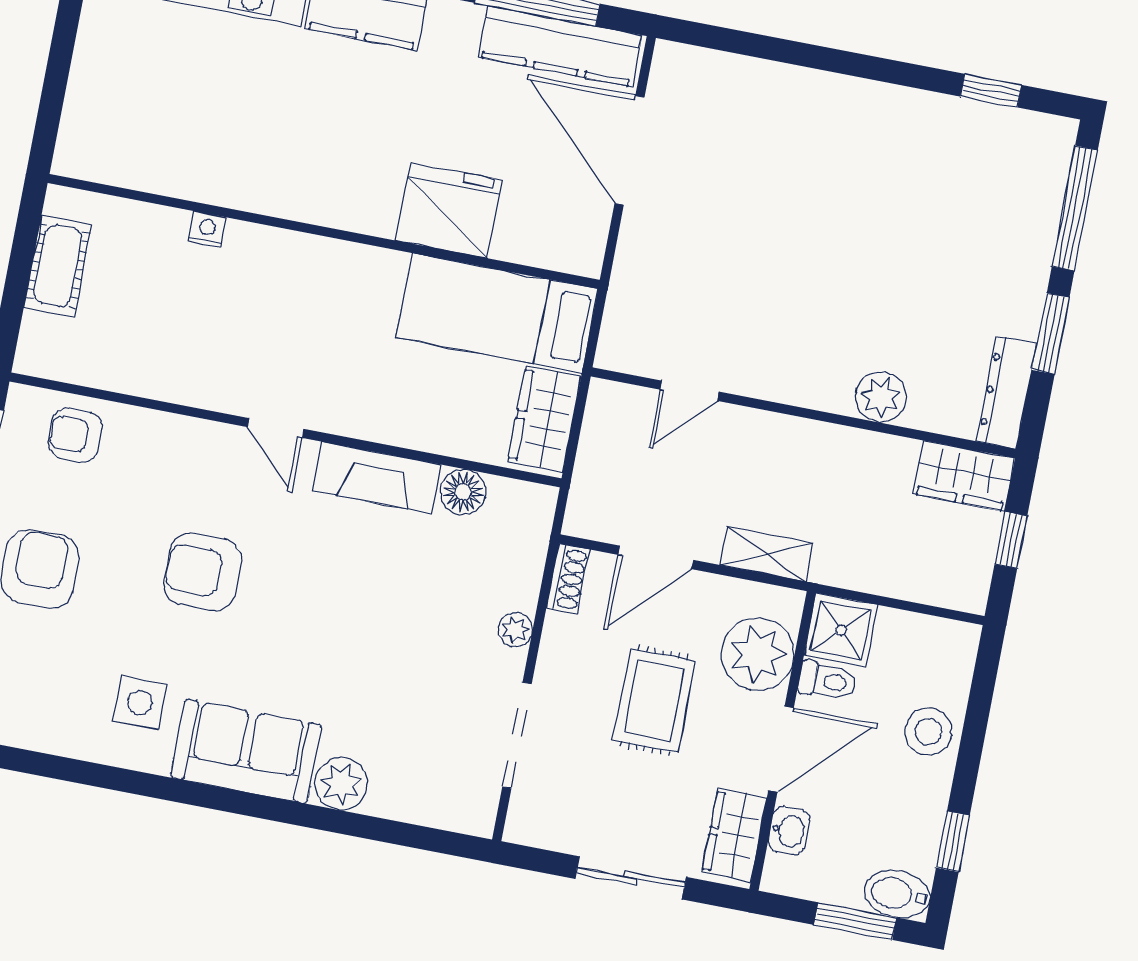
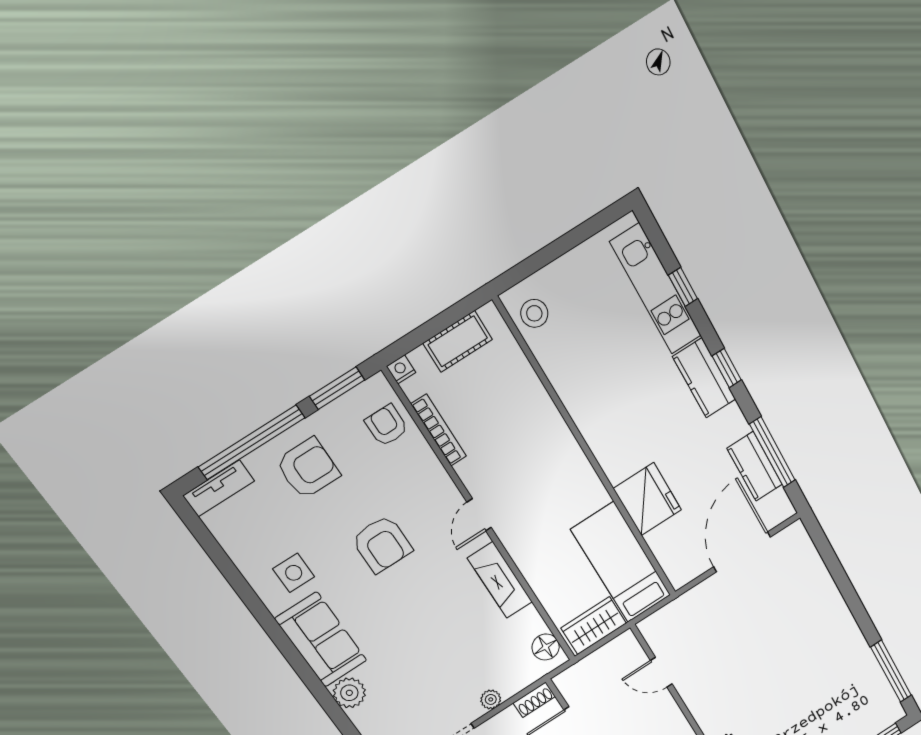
kitchen counter: (560, 46) -> (755, 466), width x0.67
window: (991, 91) -> (891, 671), width x2.17
stool: (107, 149) -> (534, 313), added
nightstand: (207, 229) -> (401, 369), moved, turned -90
bookcase: (135, 381) -> (439, 430), added
floor lamp: (463, 492) -> (546, 647), moved
armchair: (203, 572) -> (382, 544), turned 180

